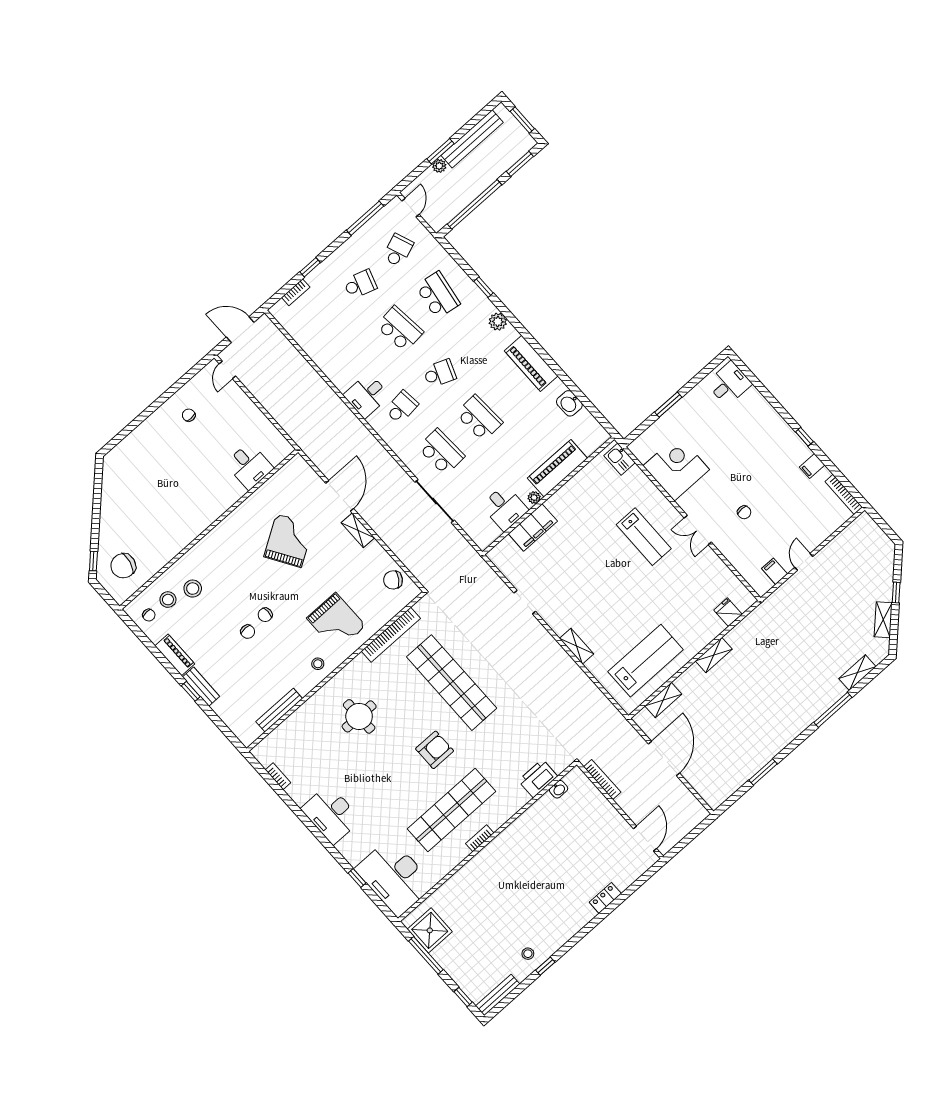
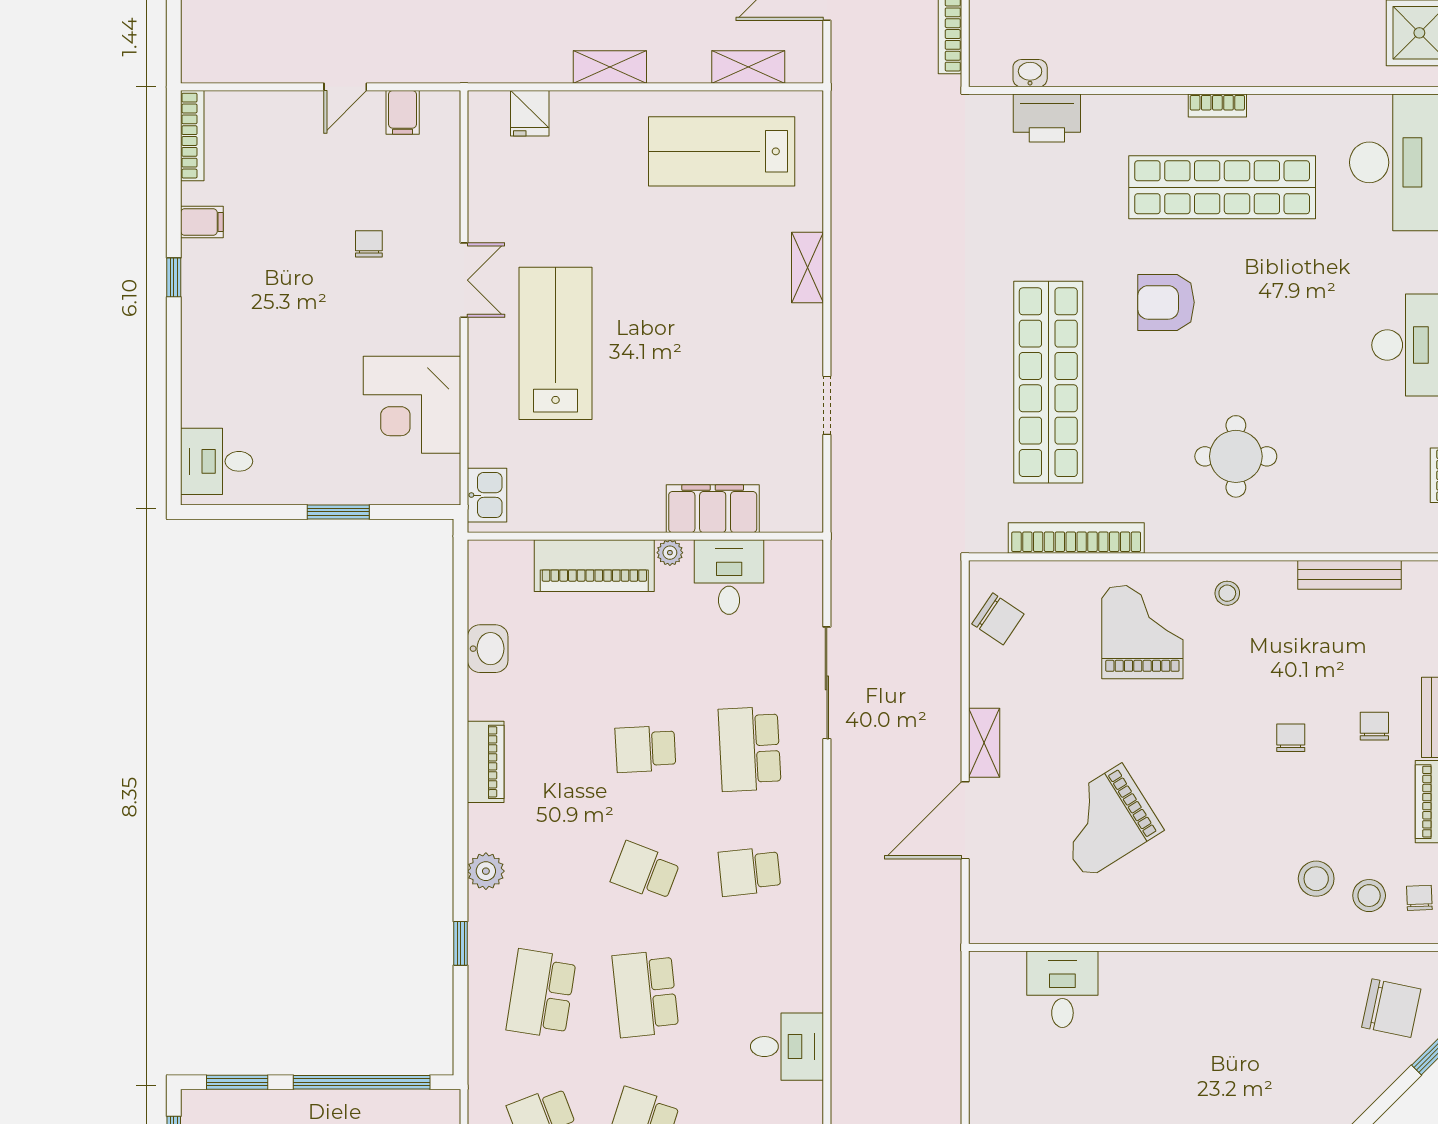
piano: (531, 363) -> (486, 762), width x0.73, depth x0.75
desk: (367, 395) -> (787, 1047), moved
school desk: (479, 418) -> (645, 749), width x0.54
lab bench: (644, 537) -> (556, 343), width x1.36, depth x1.39
chair: (265, 615) -> (1374, 726), moved, turned -90

